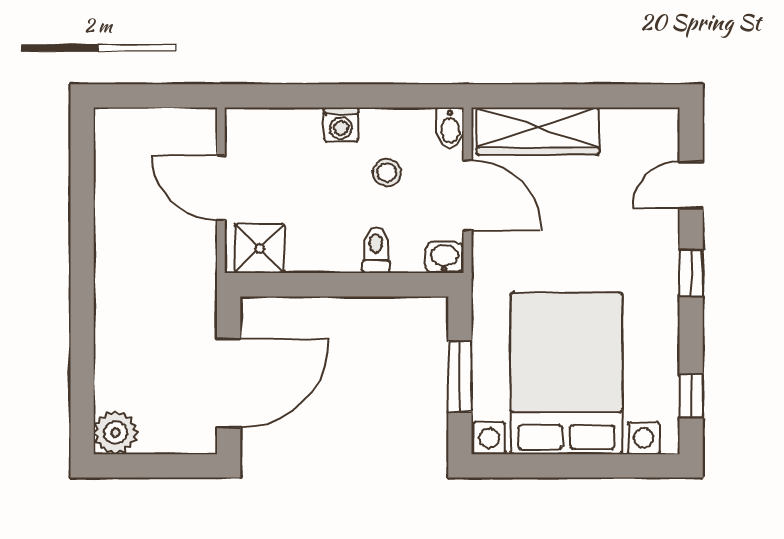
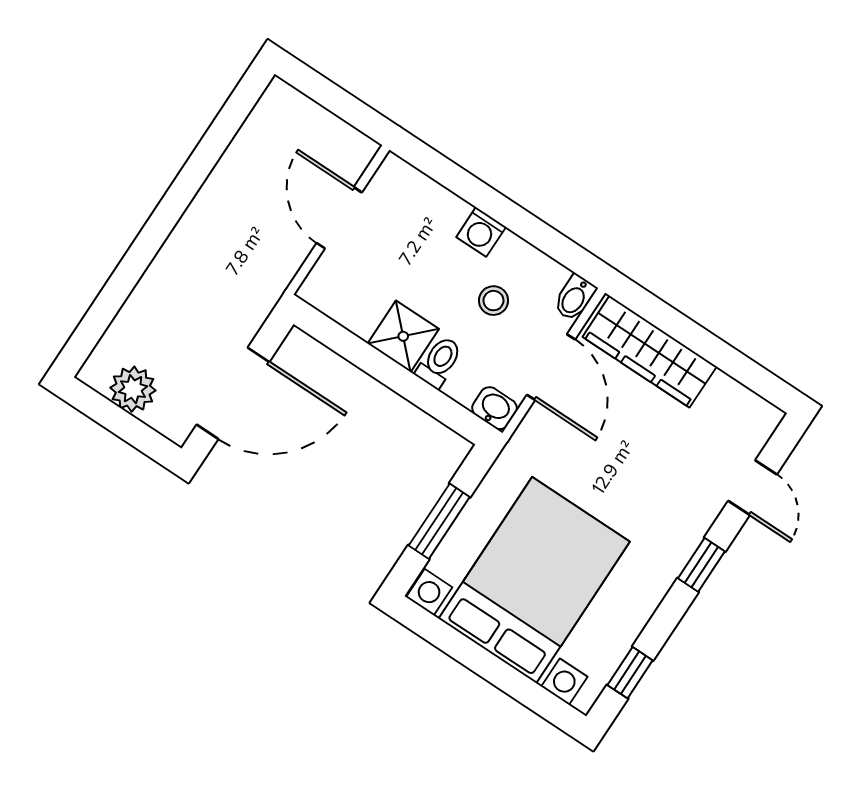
door: (691, 185) -> (753, 488), swing flipped
shower: (260, 248) -> (403, 336), moved
plant: (115, 433) -> (133, 389), moved

